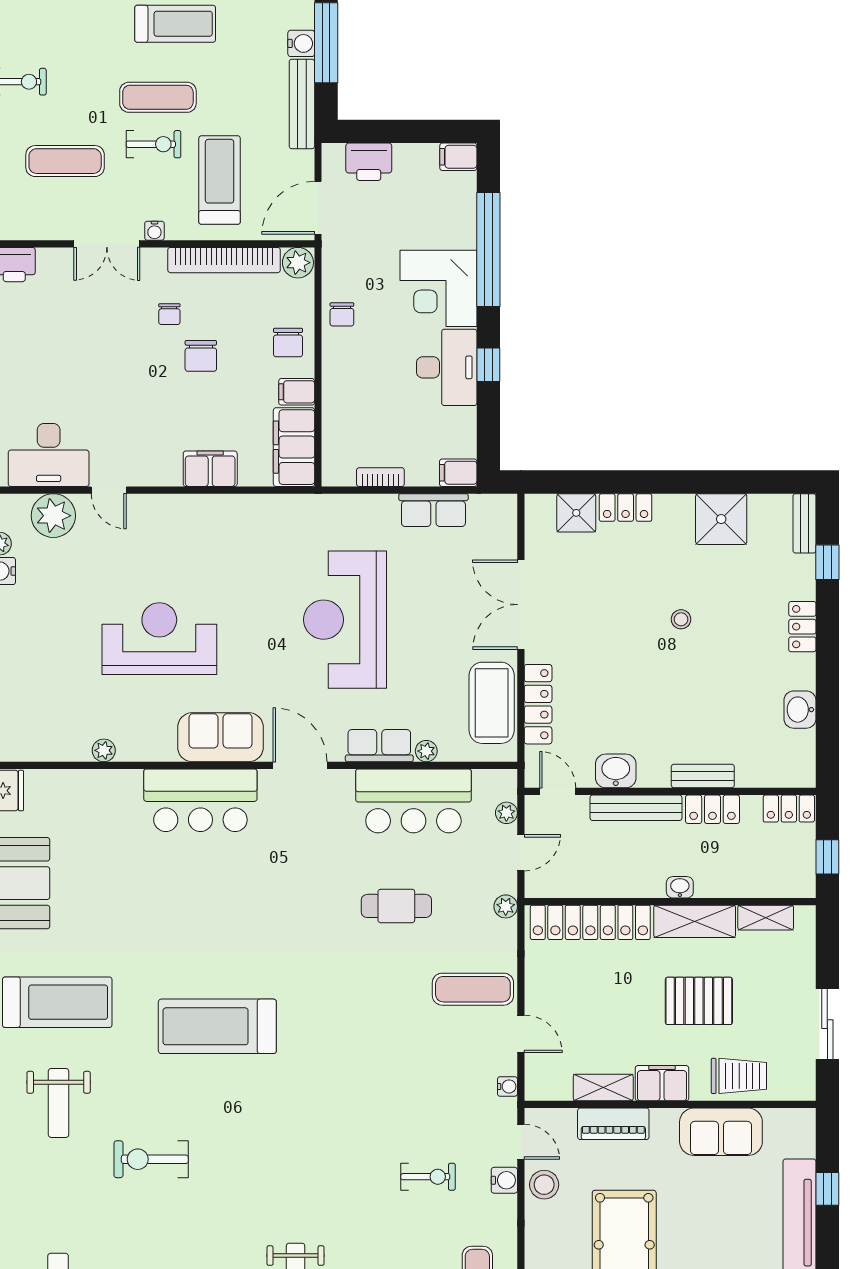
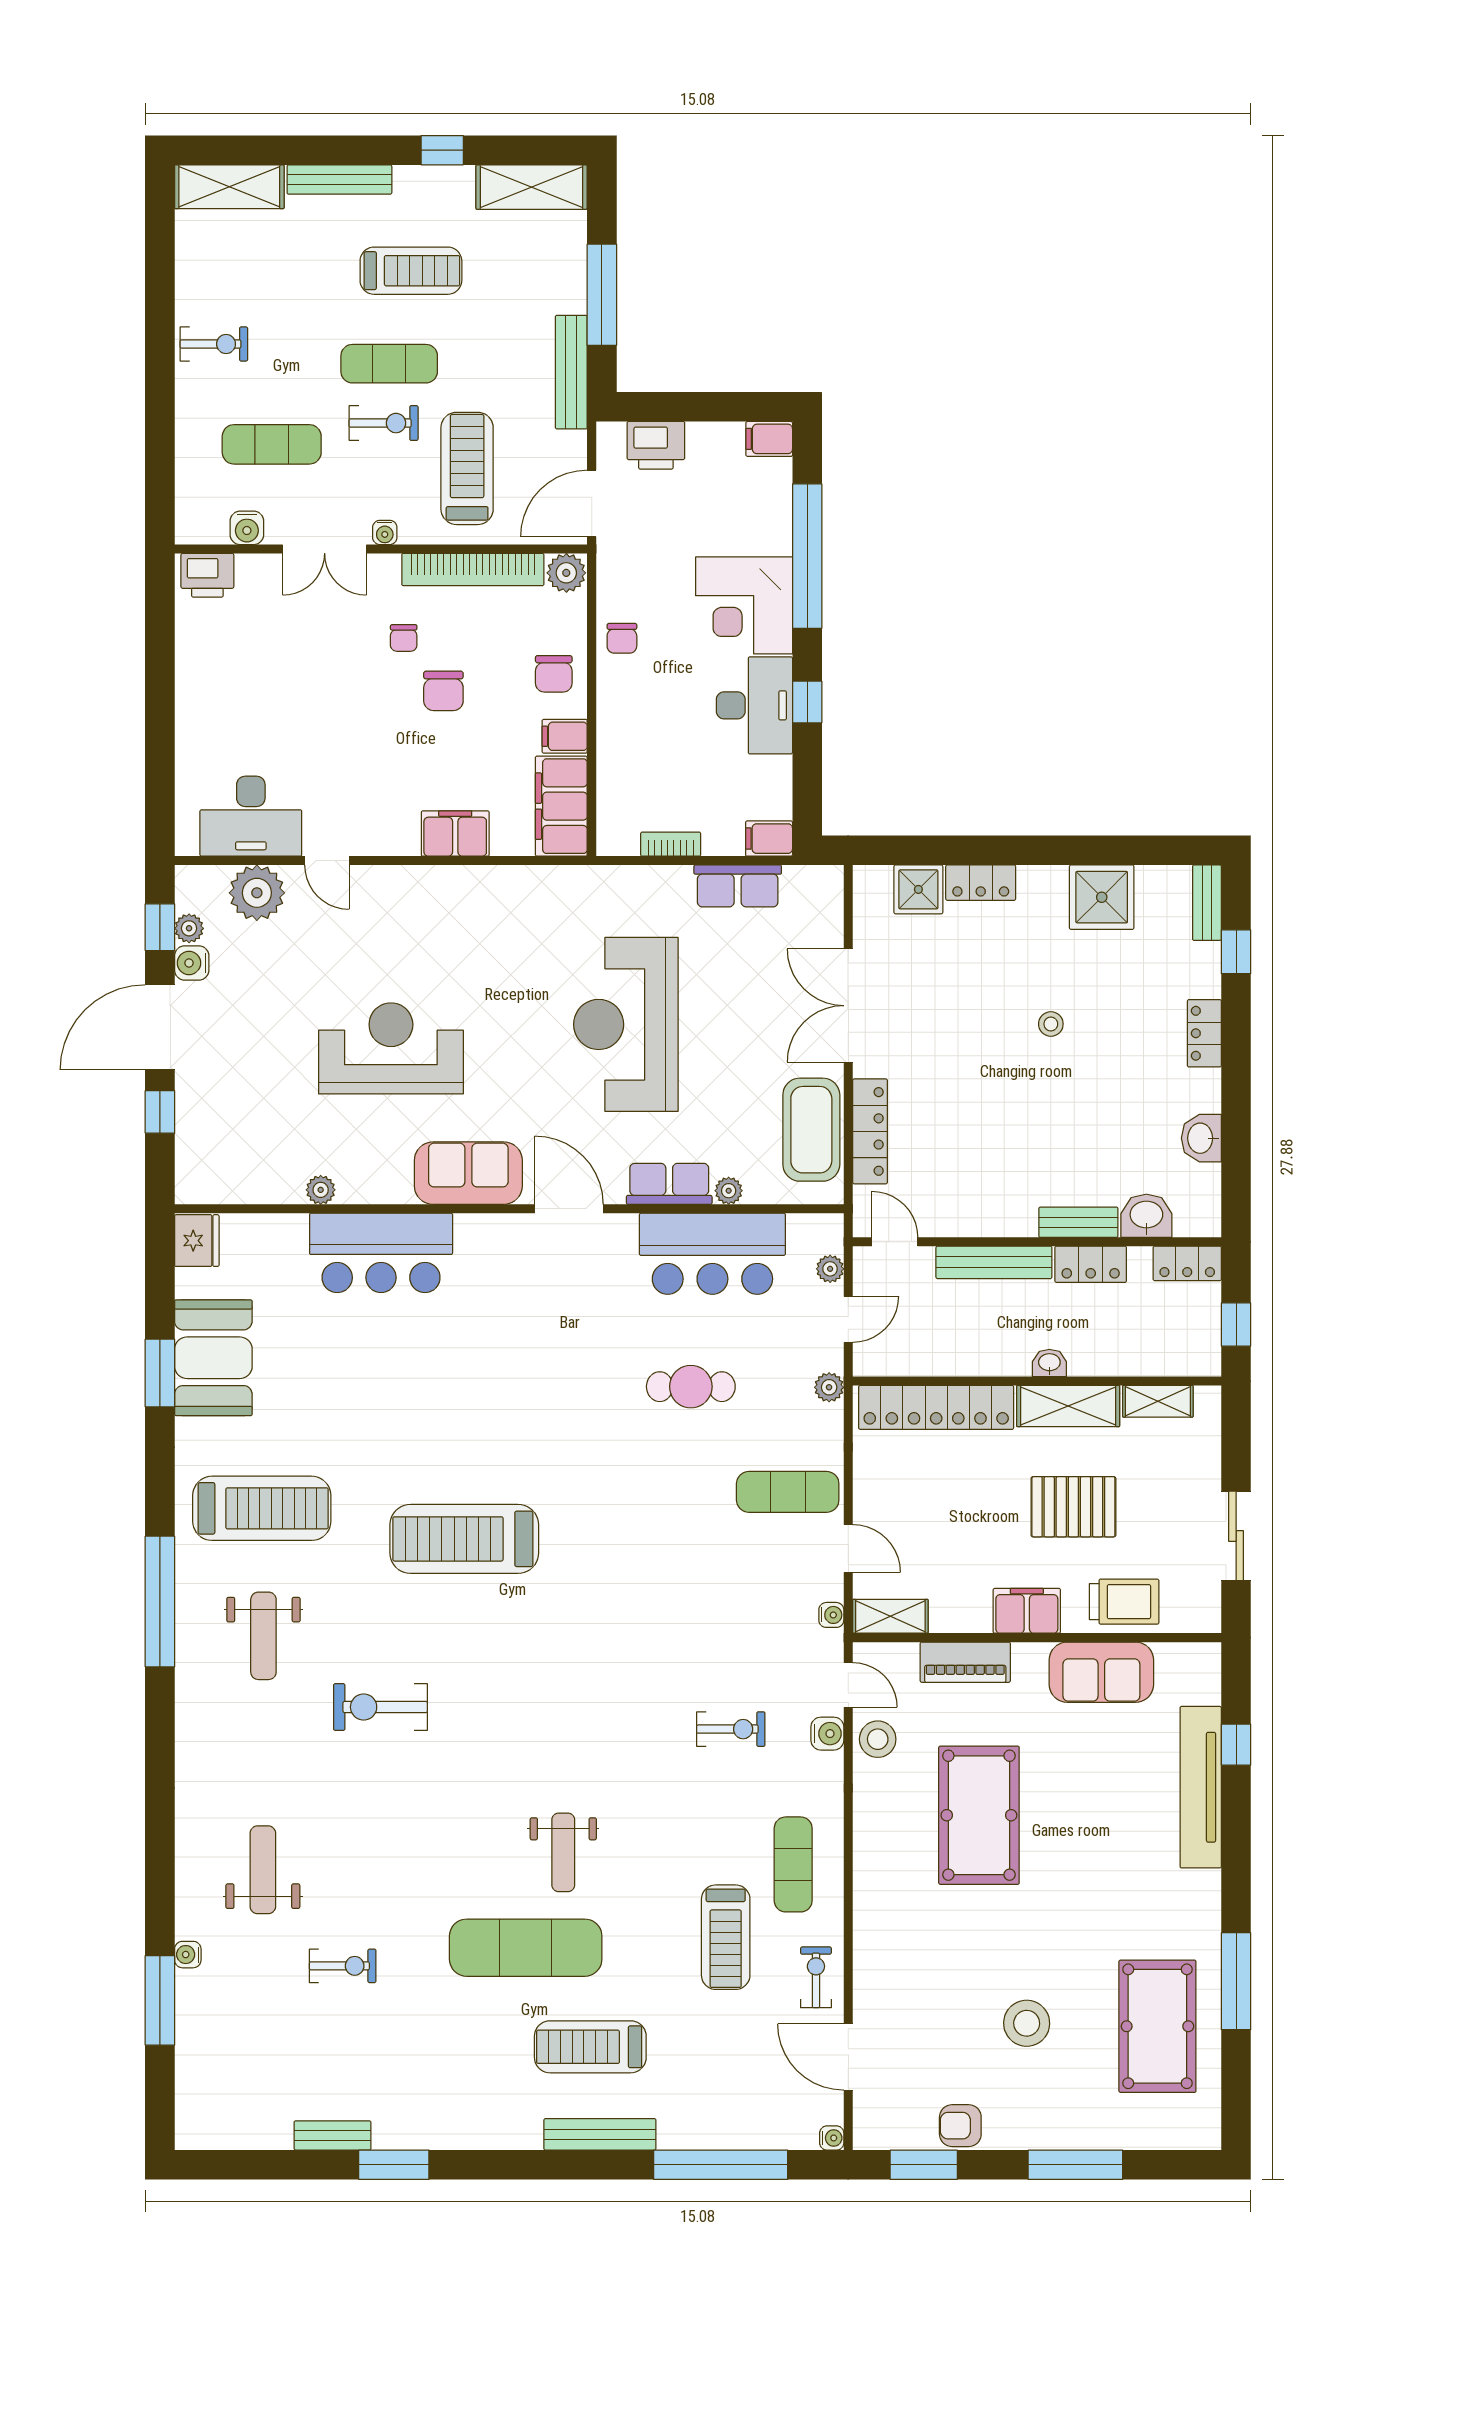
water cooler: (301, 43) -> (247, 528), moved, turned 90
washbasin: (616, 771) -> (1146, 1216), moved
bar counter: (200, 800) -> (381, 1253), moved
shelving: (603, 1087) -> (890, 1616), moved

